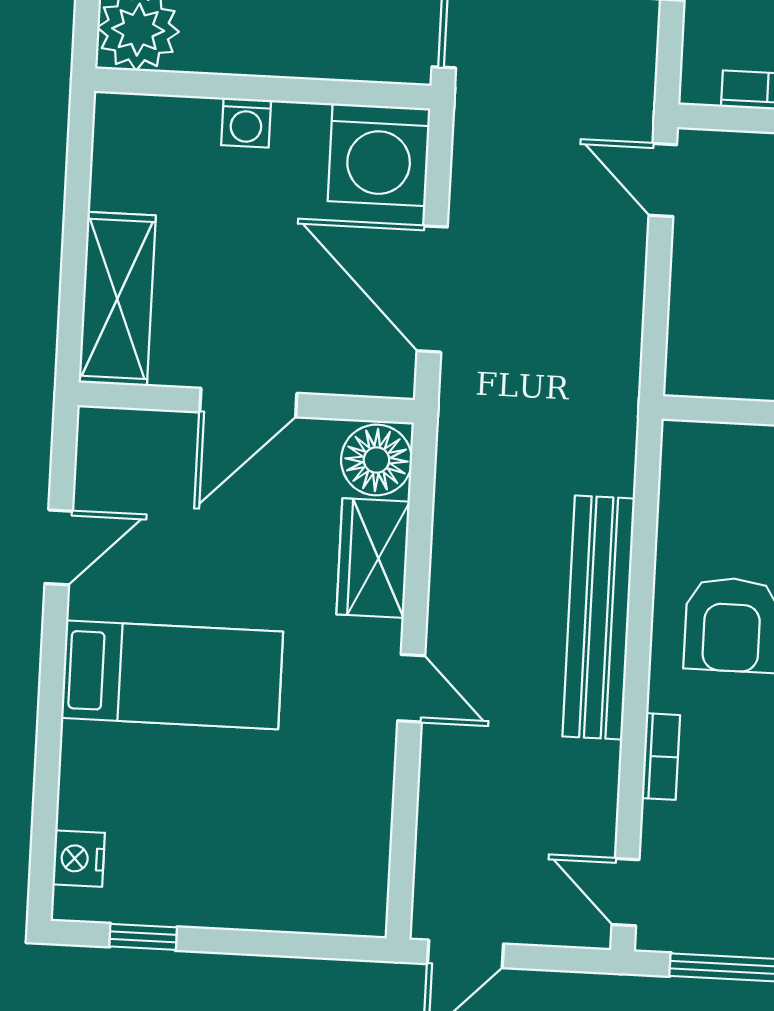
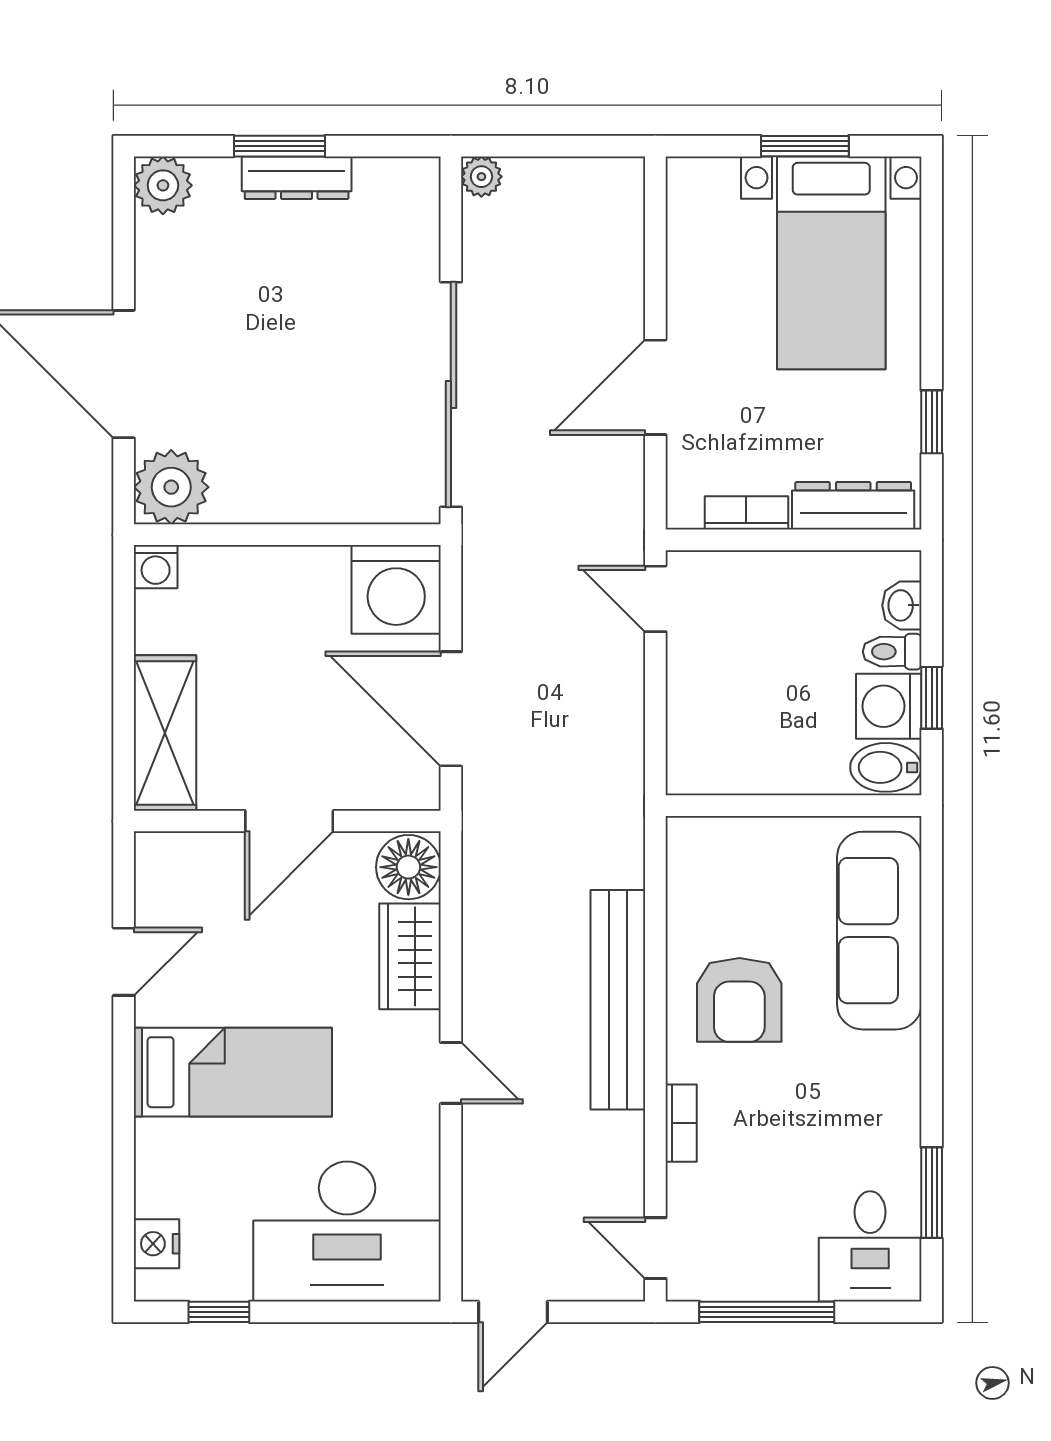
washing machine: (246, 123) -> (156, 567), moved
desk: (288, 856) -> (347, 1232), added

